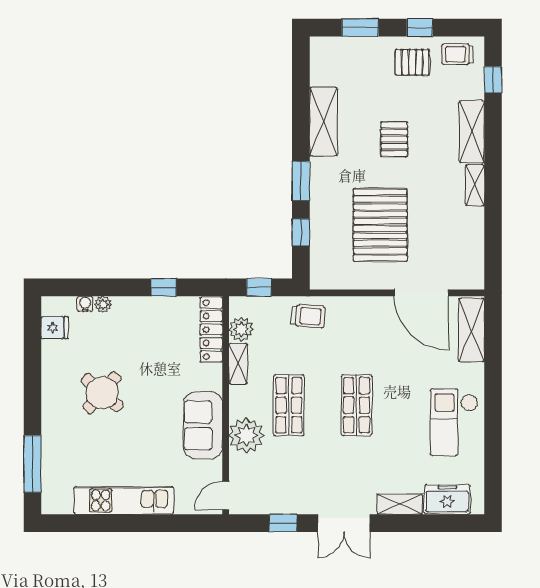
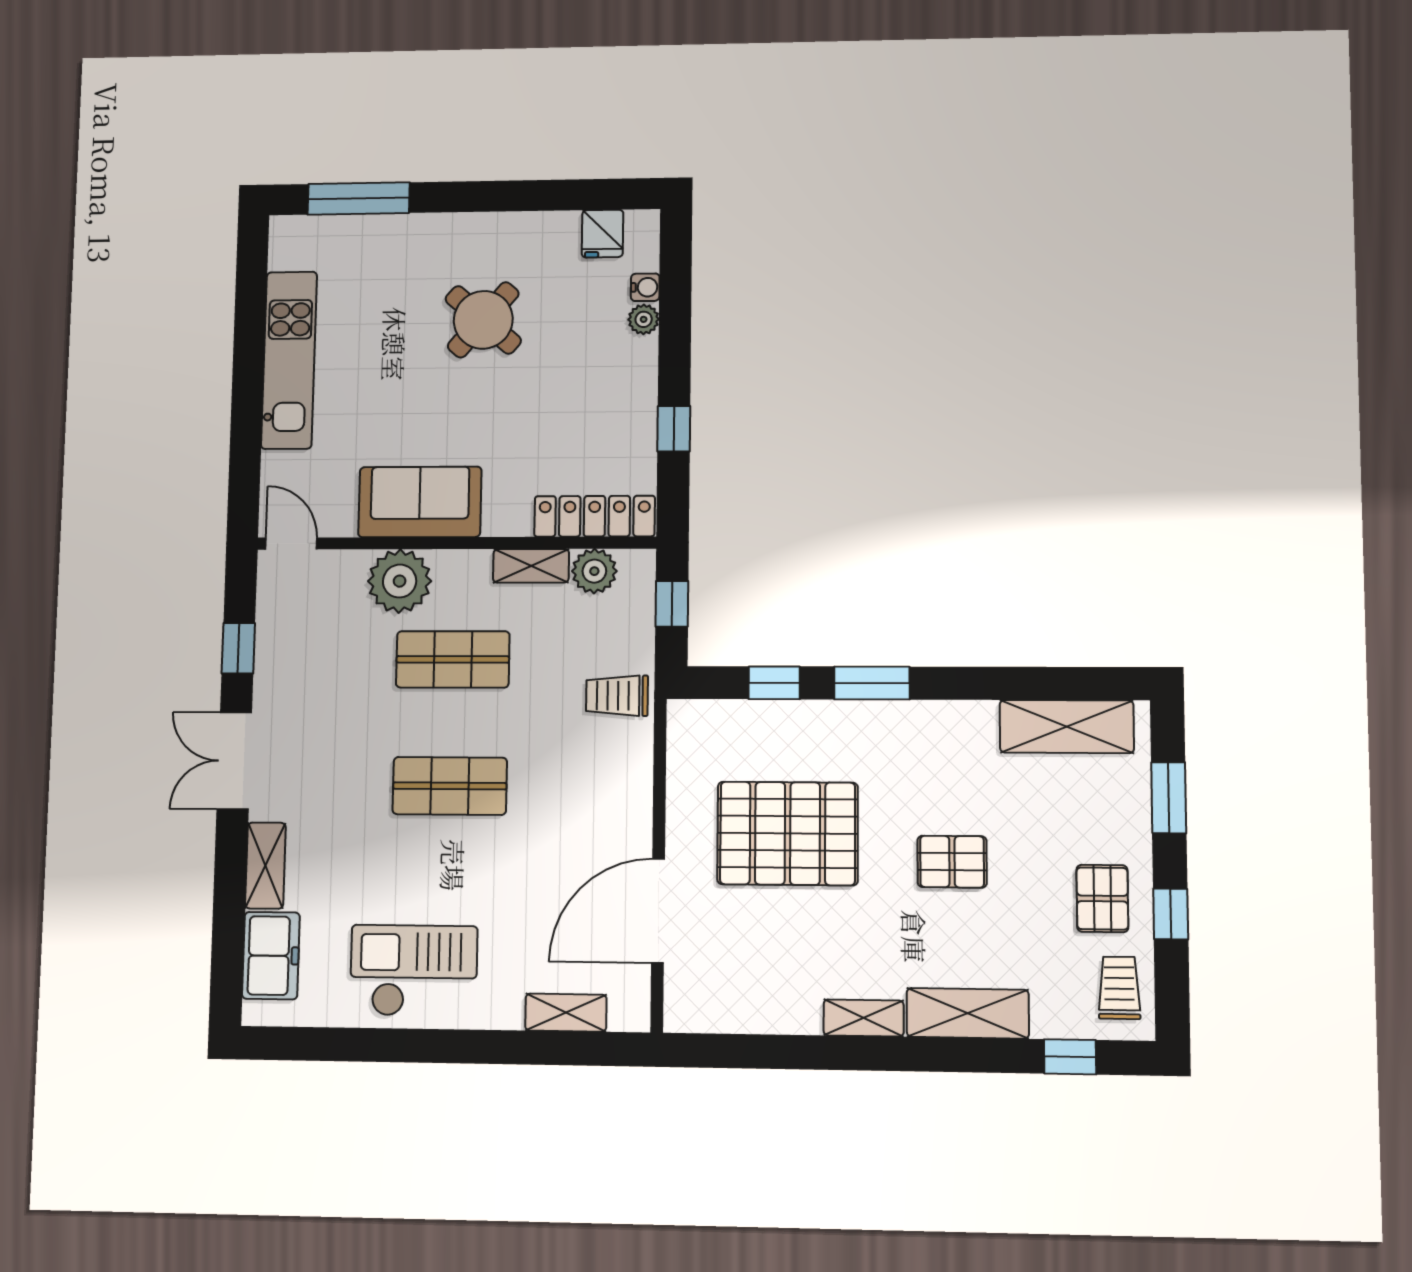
shelving: (323, 122) -> (1067, 727), moved
trolley: (308, 316) -> (617, 696), turned 86
shelving: (471, 330) -> (566, 1013), width x0.67, depth x0.75

